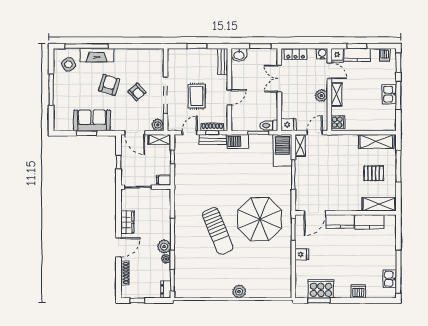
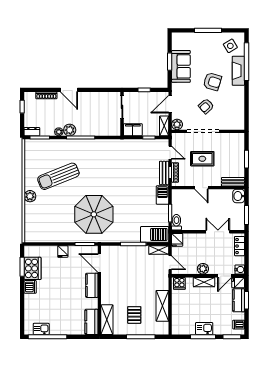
shelving: (376, 141) -> (162, 306), moved
filing cabinet: (164, 180) -> (133, 130), width x2.00
wardrobe: (127, 222) -> (91, 98), removed
kitchen counter: (369, 222) -> (92, 322), moved
sun lounger: (218, 231) -> (58, 176), moved
dishwasher: (358, 291) -> (30, 287), moved

